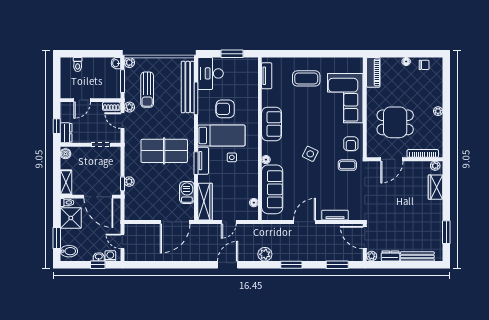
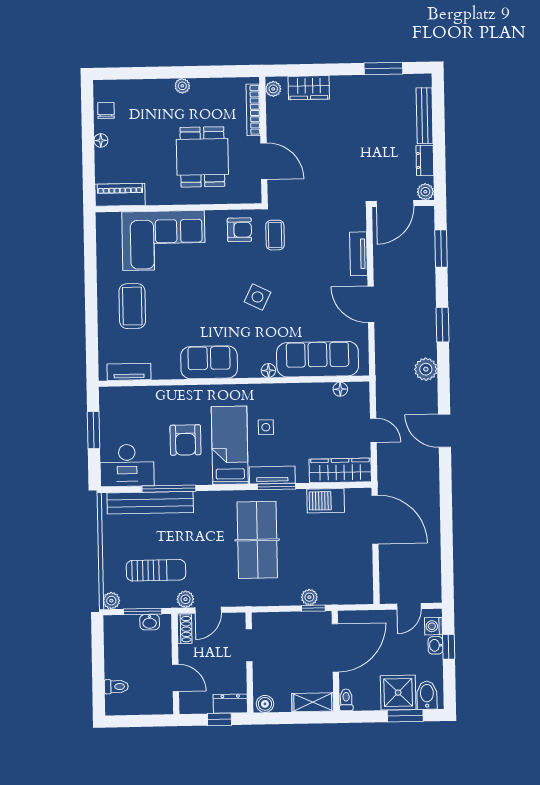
washbasin: (116, 63) -> (150, 622), moved
shower: (71, 218) -> (398, 693), moved

